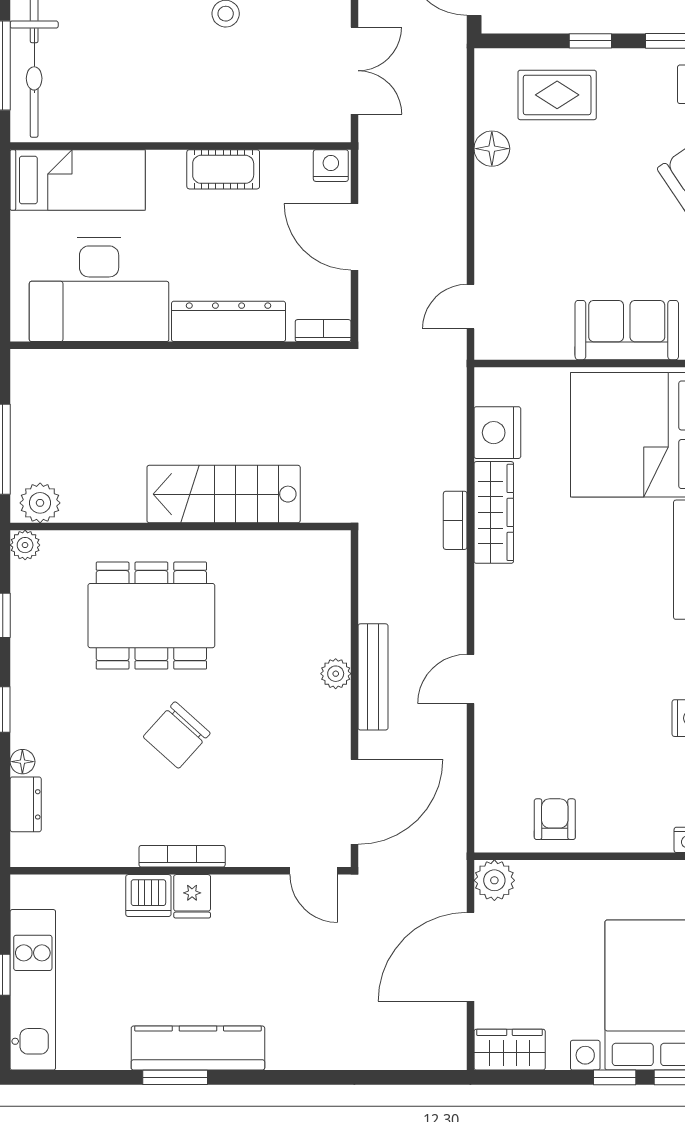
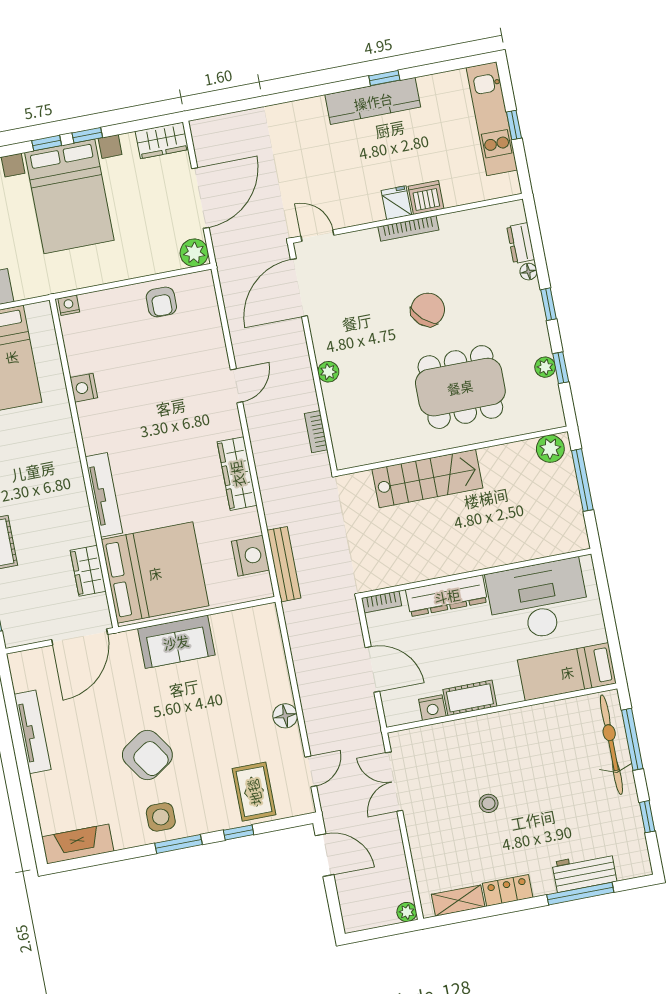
rug: (557, 95) -> (254, 792), turned 90
floor lamp: (492, 149) -> (285, 716), moved
nightstand: (331, 166) -> (432, 708), moved
door: (470, 307) -> (311, 771), moved
wardrobe: (494, 512) -> (237, 474), moved
bookcase: (455, 520) -> (316, 432), moved, turned 180
plant: (25, 545) -> (545, 367), moved
bench: (373, 677) -> (284, 564), moved
window: (175, 1077) -> (384, 78), width x0.67

